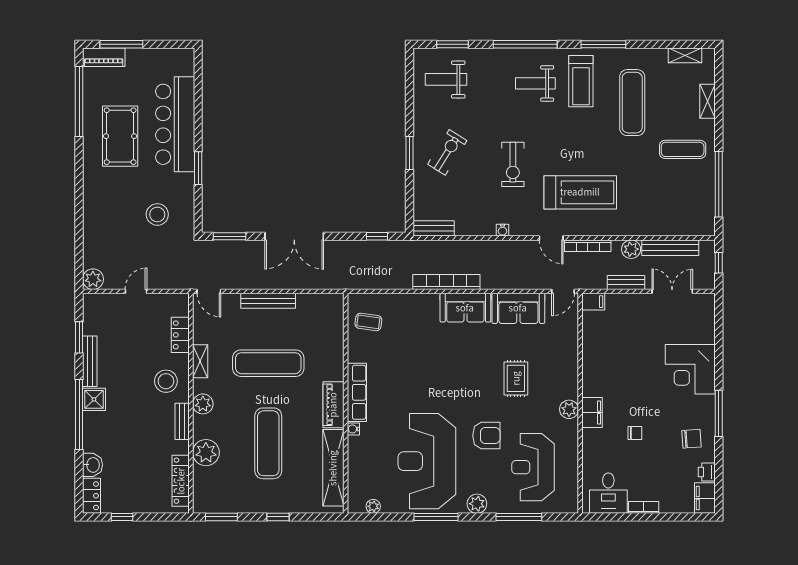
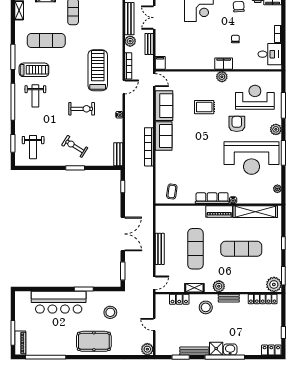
pool table: (120, 136) -> (94, 341), moved
plant: (206, 453) -> (274, 284), moved
washbasin: (92, 465) -> (230, 349), moved
reception desk: (533, 467) -> (255, 97), turned 180

